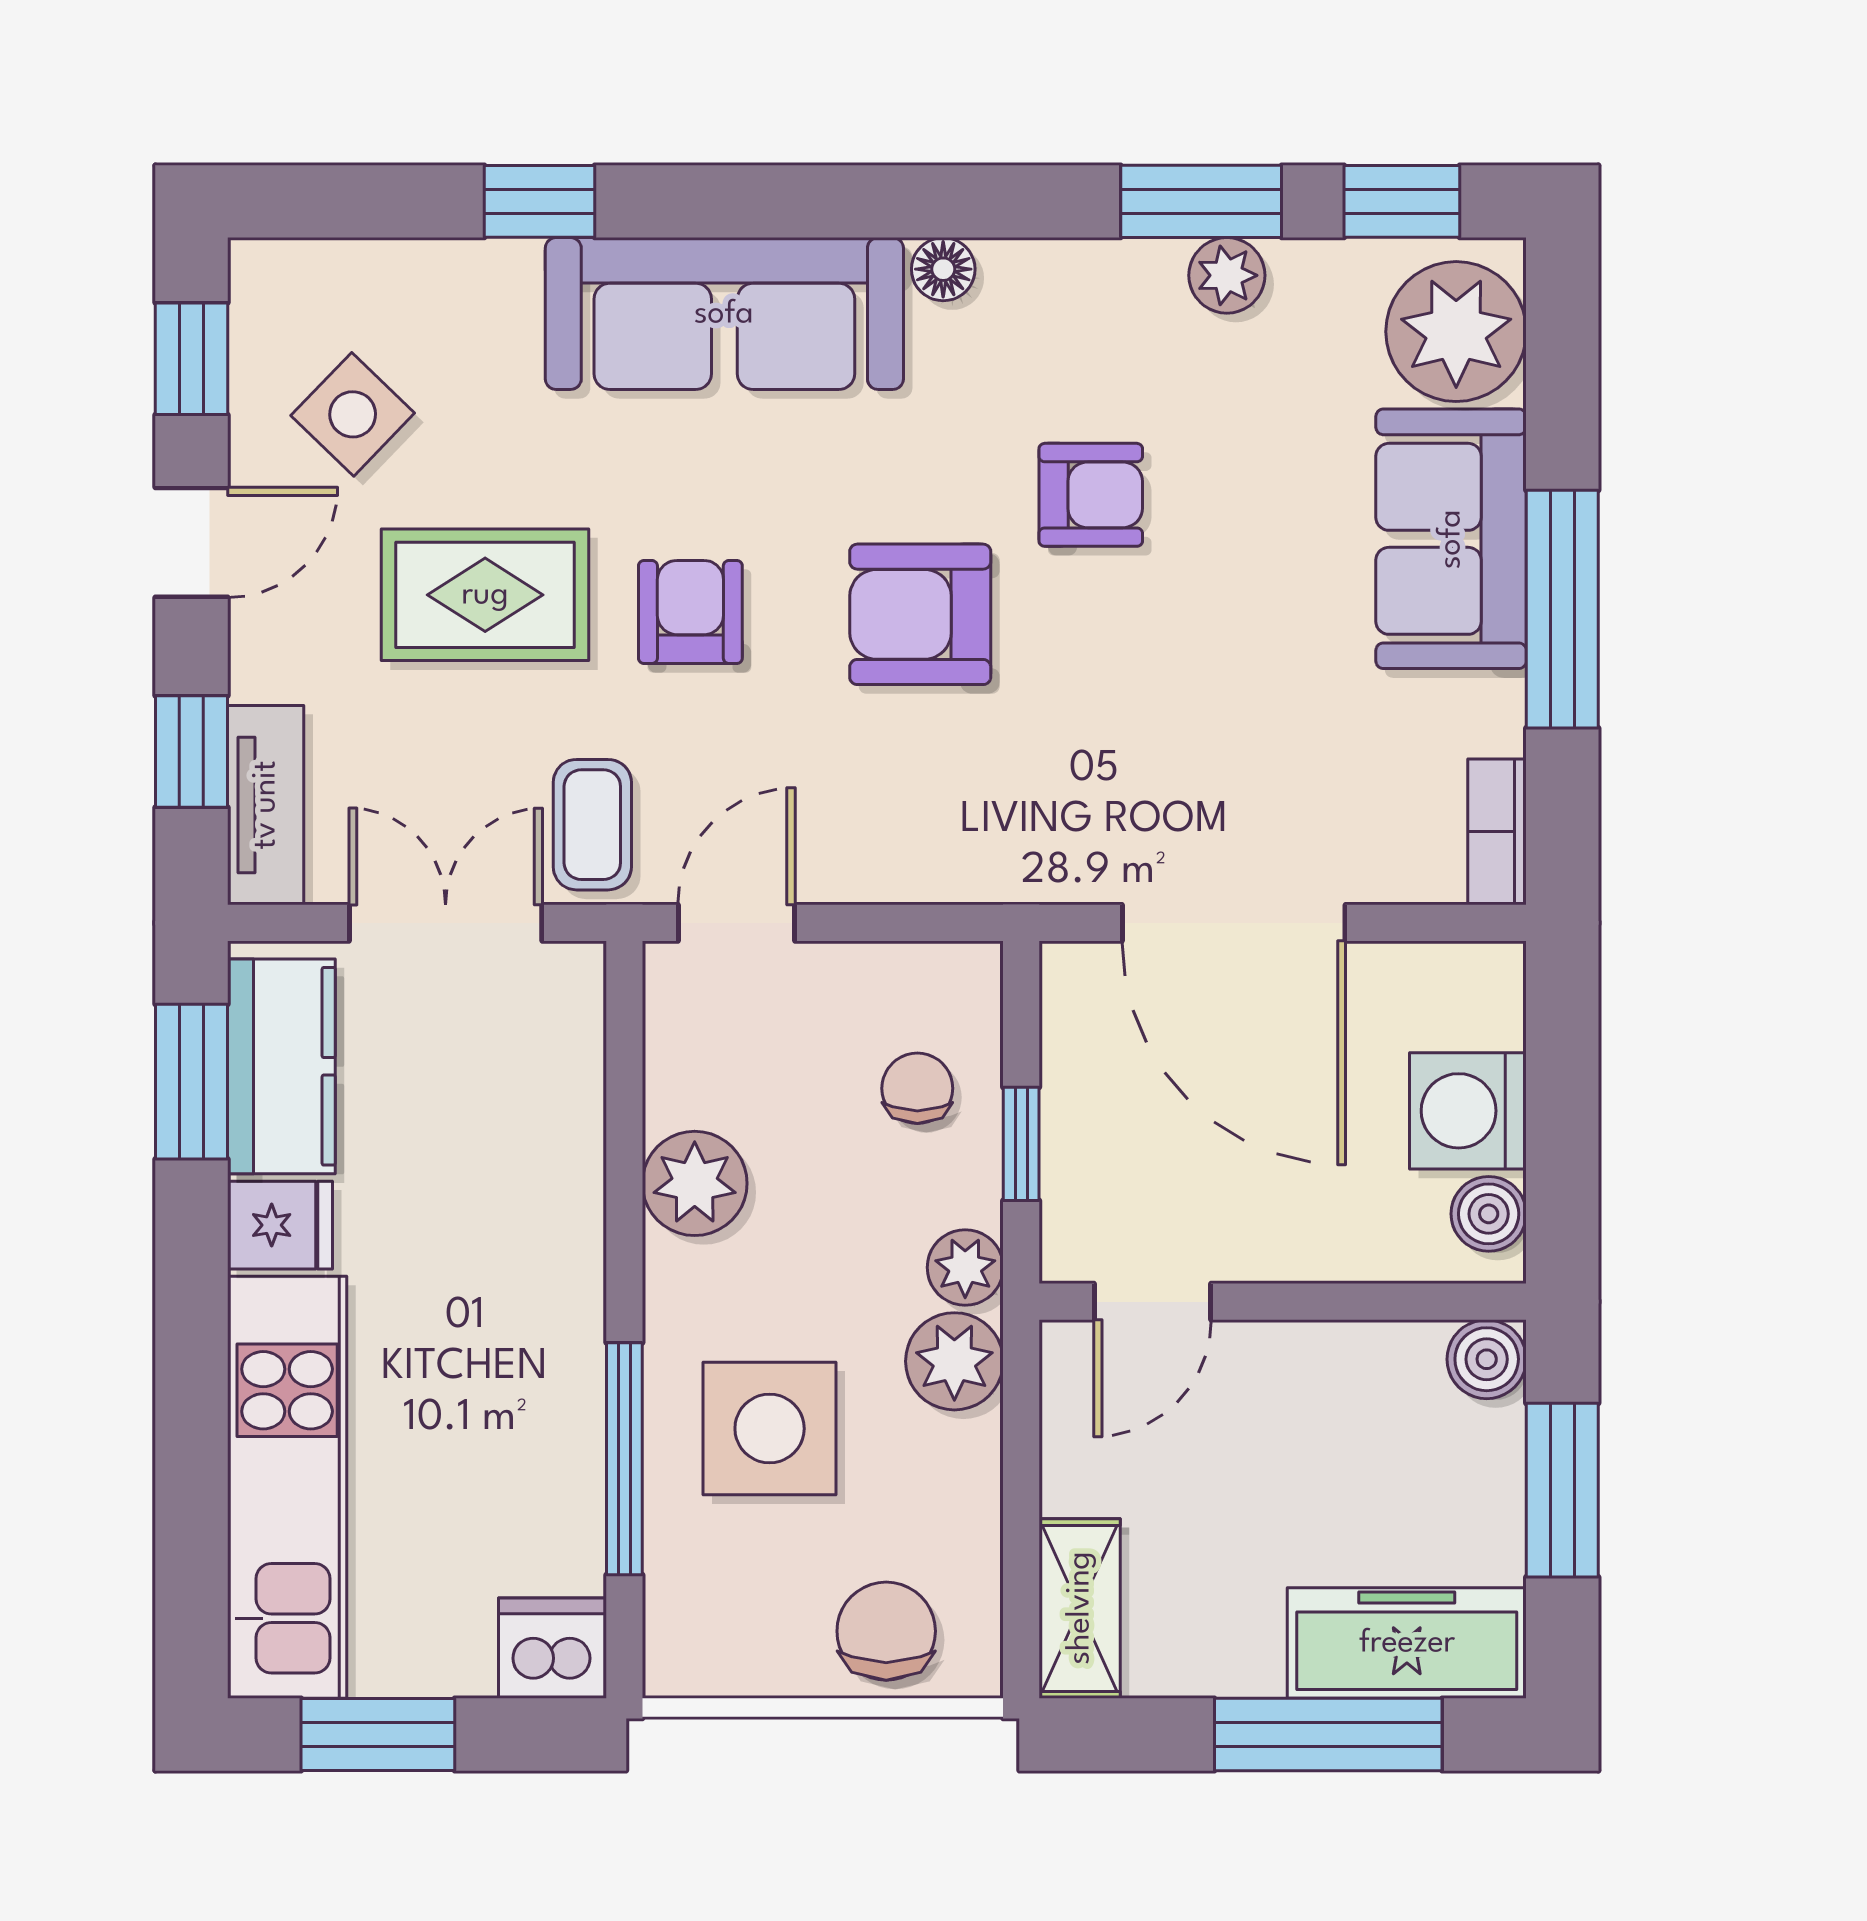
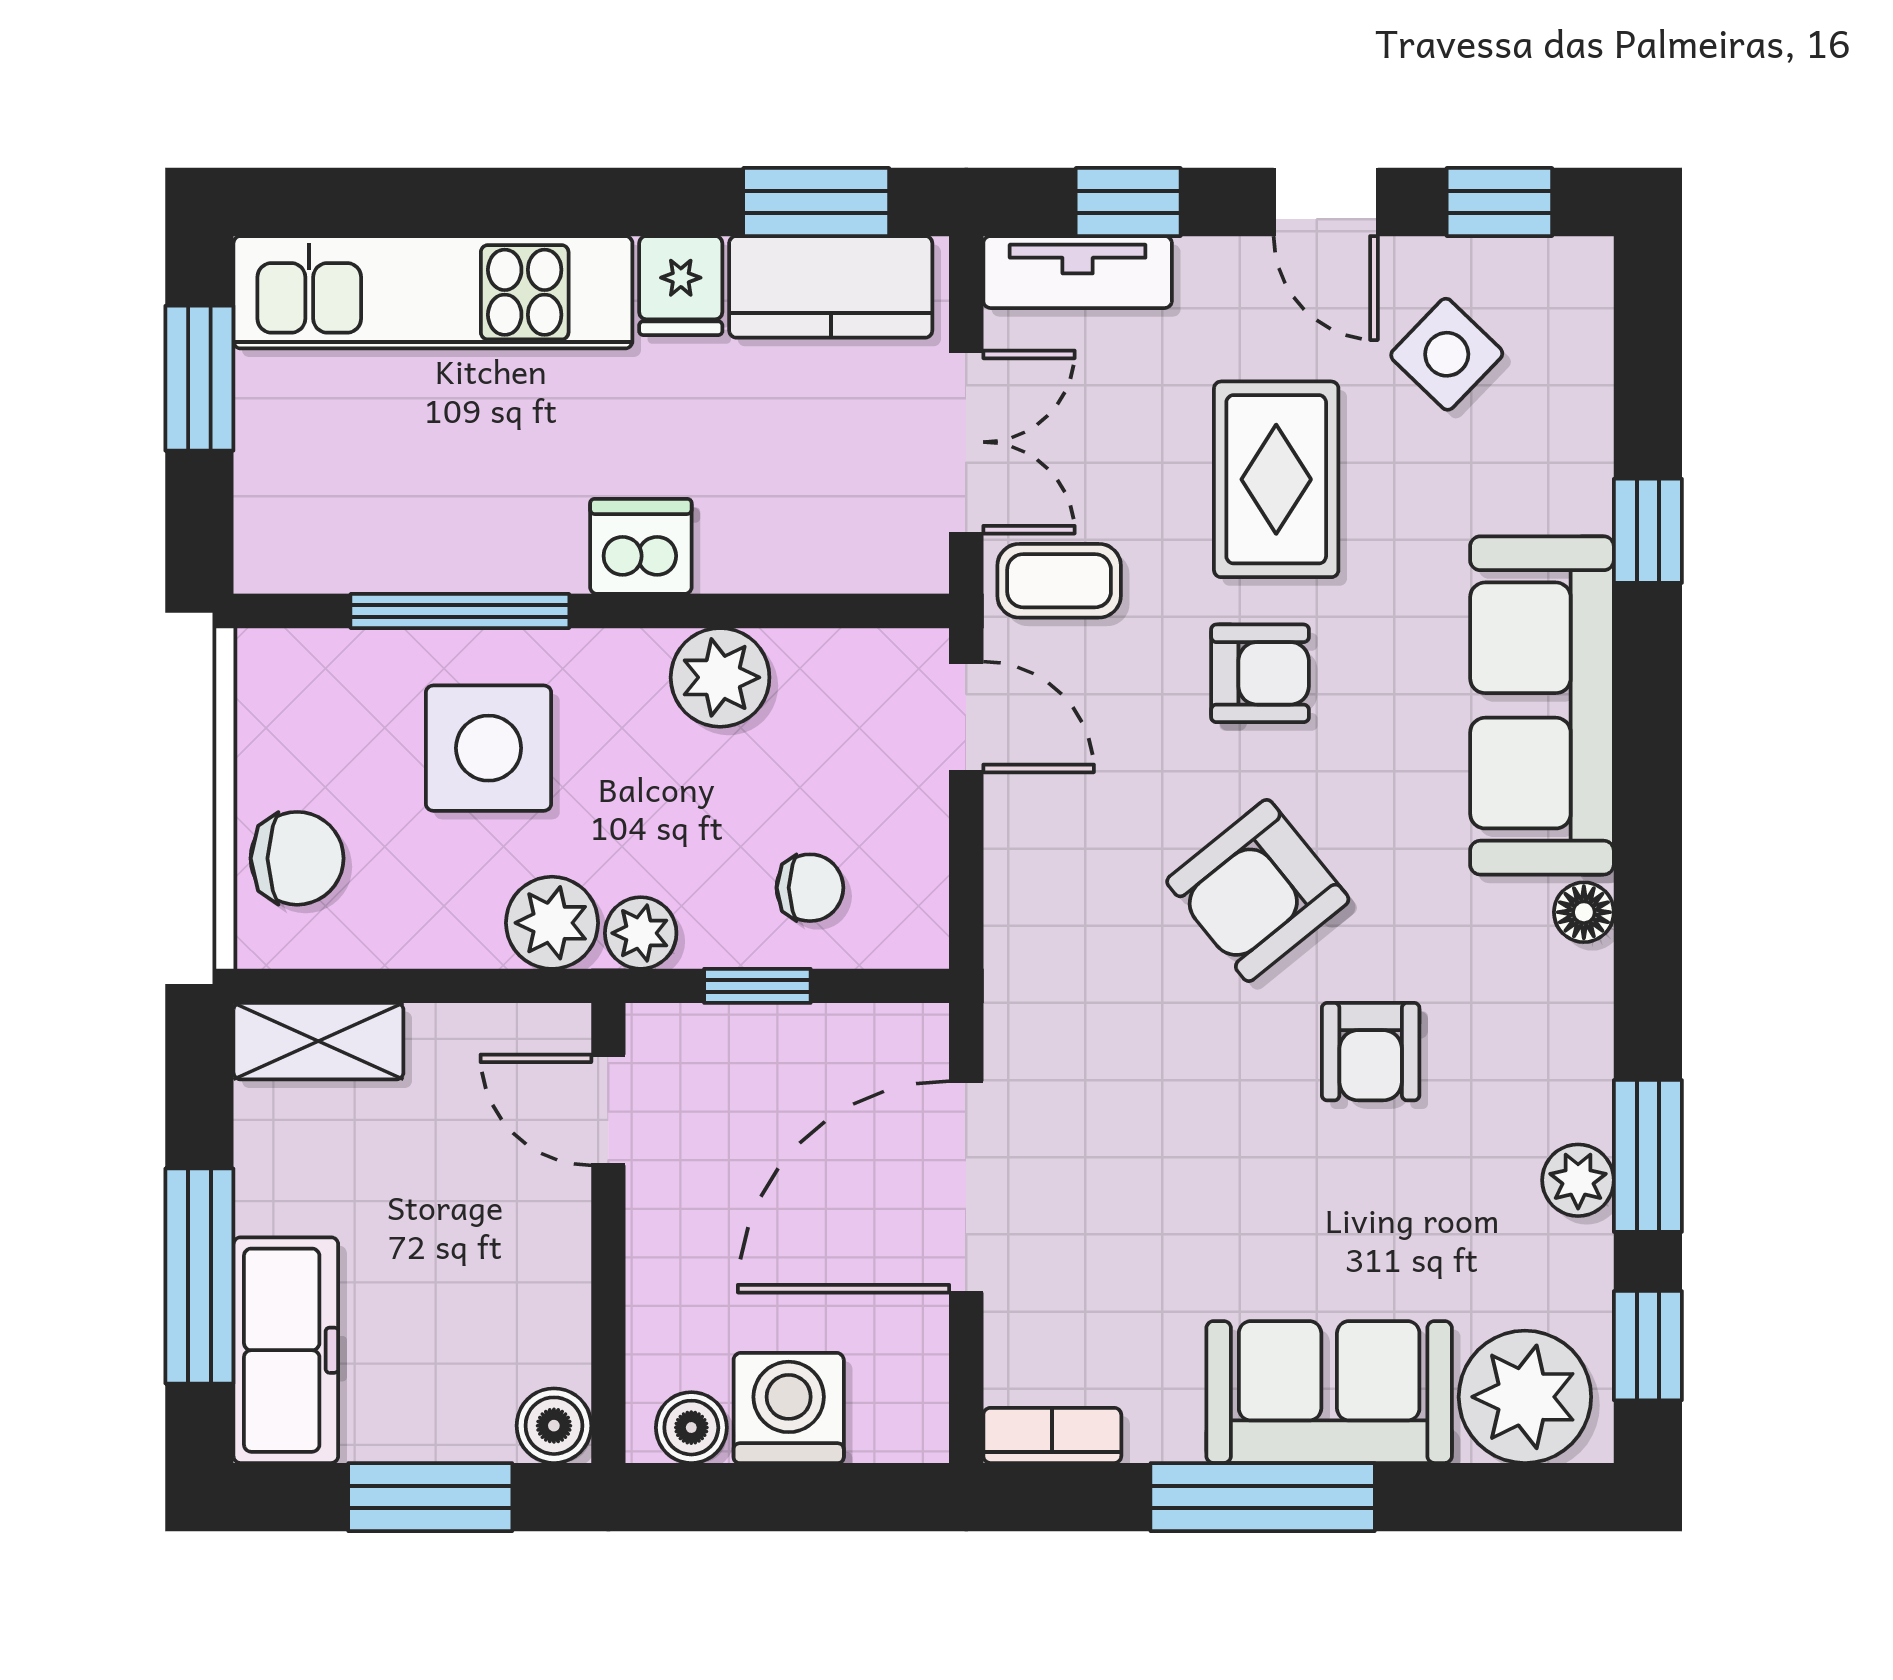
armchair: (920, 614) -> (1258, 890), turned -129
dishwasher: (553, 1648) -> (641, 546), moved, turned -90

